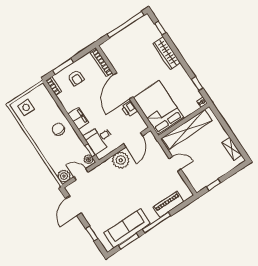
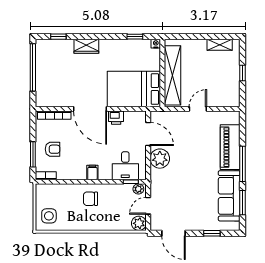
wardrobe: (167, 53) -> (86, 46), width x0.67
filing cabinet: (78, 118) -> (92, 173), width x0.50
window: (214, 185) -> (242, 73), moved
piano: (168, 204) -> (230, 147), width x1.37, depth x1.33

